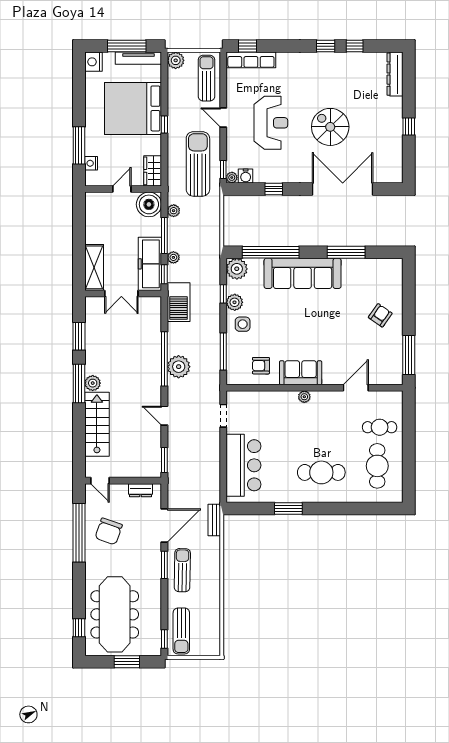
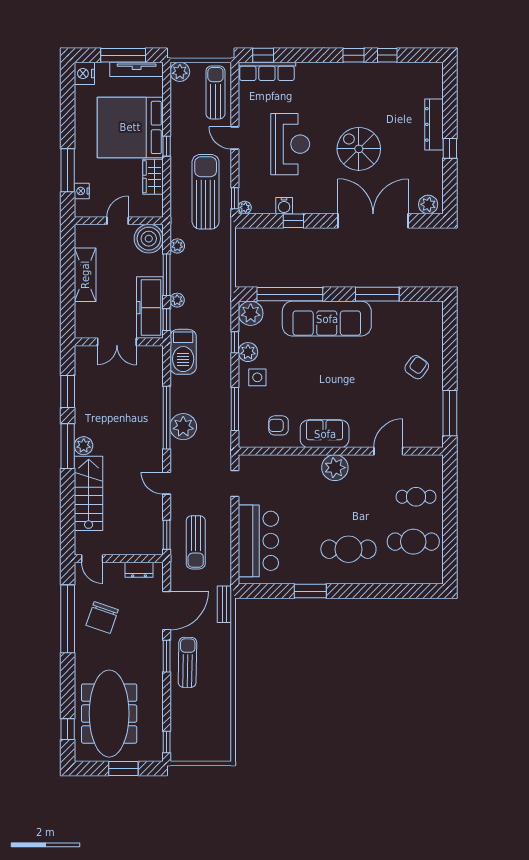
dresser: (395, 74) -> (434, 124), moved
wardrobe: (153, 171) -> (153, 177), moved
plant: (390, 175) -> (428, 204), added
water cooler: (246, 176) -> (284, 206), moved
shelving: (94, 267) -> (85, 275), moved
plant: (304, 397) -> (335, 468), width x1.87, depth x1.87
cafe table: (377, 466) -> (413, 542), turned 90
sun lounger: (181, 631) -> (196, 542), moved

